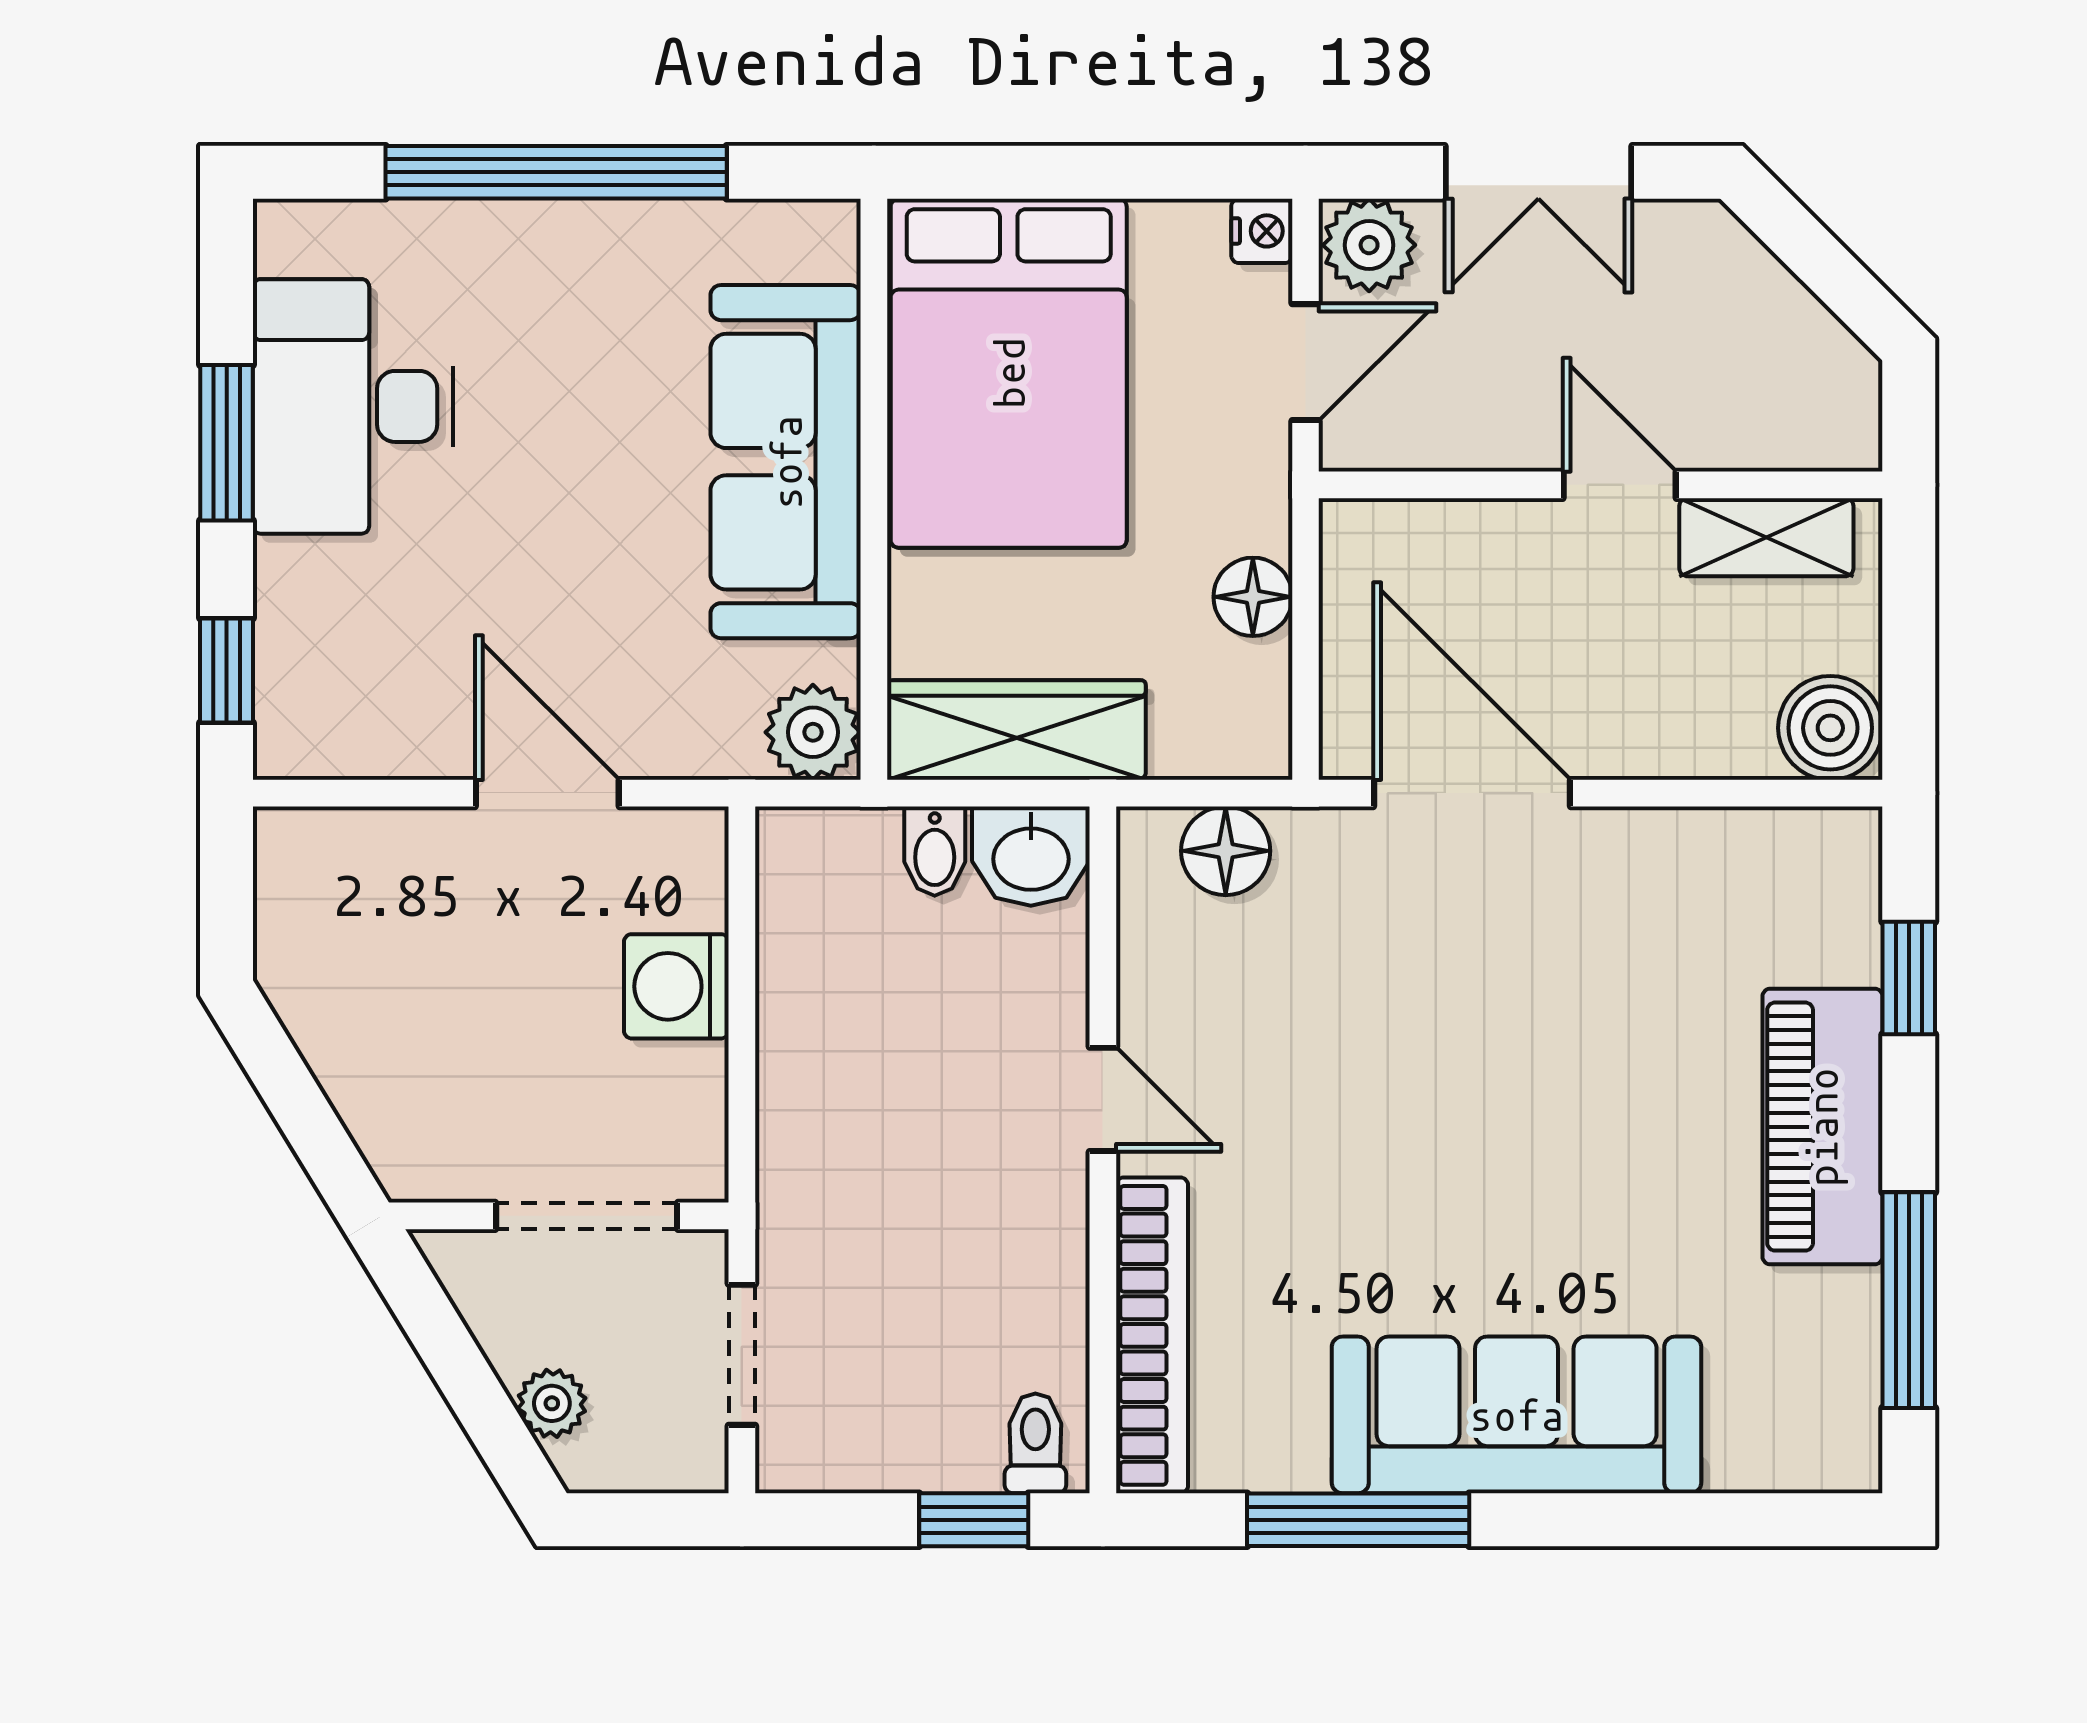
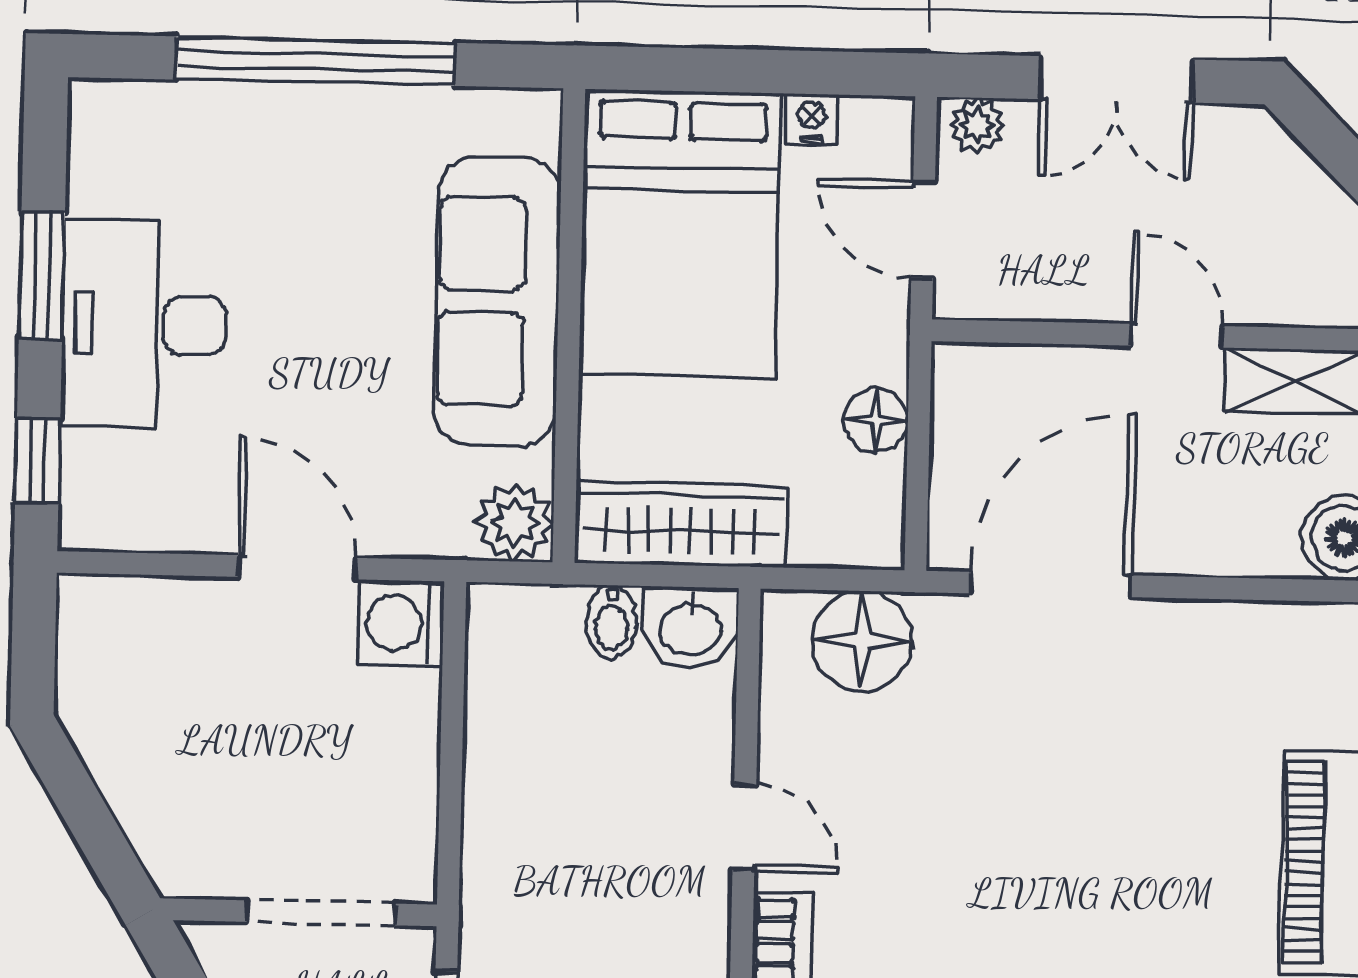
nightstand: (1262, 231) -> (812, 119), moved, turned -90
plant: (1369, 245) -> (977, 125), width x0.73, depth x0.73
door: (1306, 362) -> (923, 230), swing flipped
desk: (353, 406) -> (144, 324), moved
door: (1472, 793) -> (1051, 584), hinge flipped
floor lamp: (1226, 851) -> (862, 641), width x1.38, depth x1.38
washing machine: (676, 986) -> (401, 623), moved

